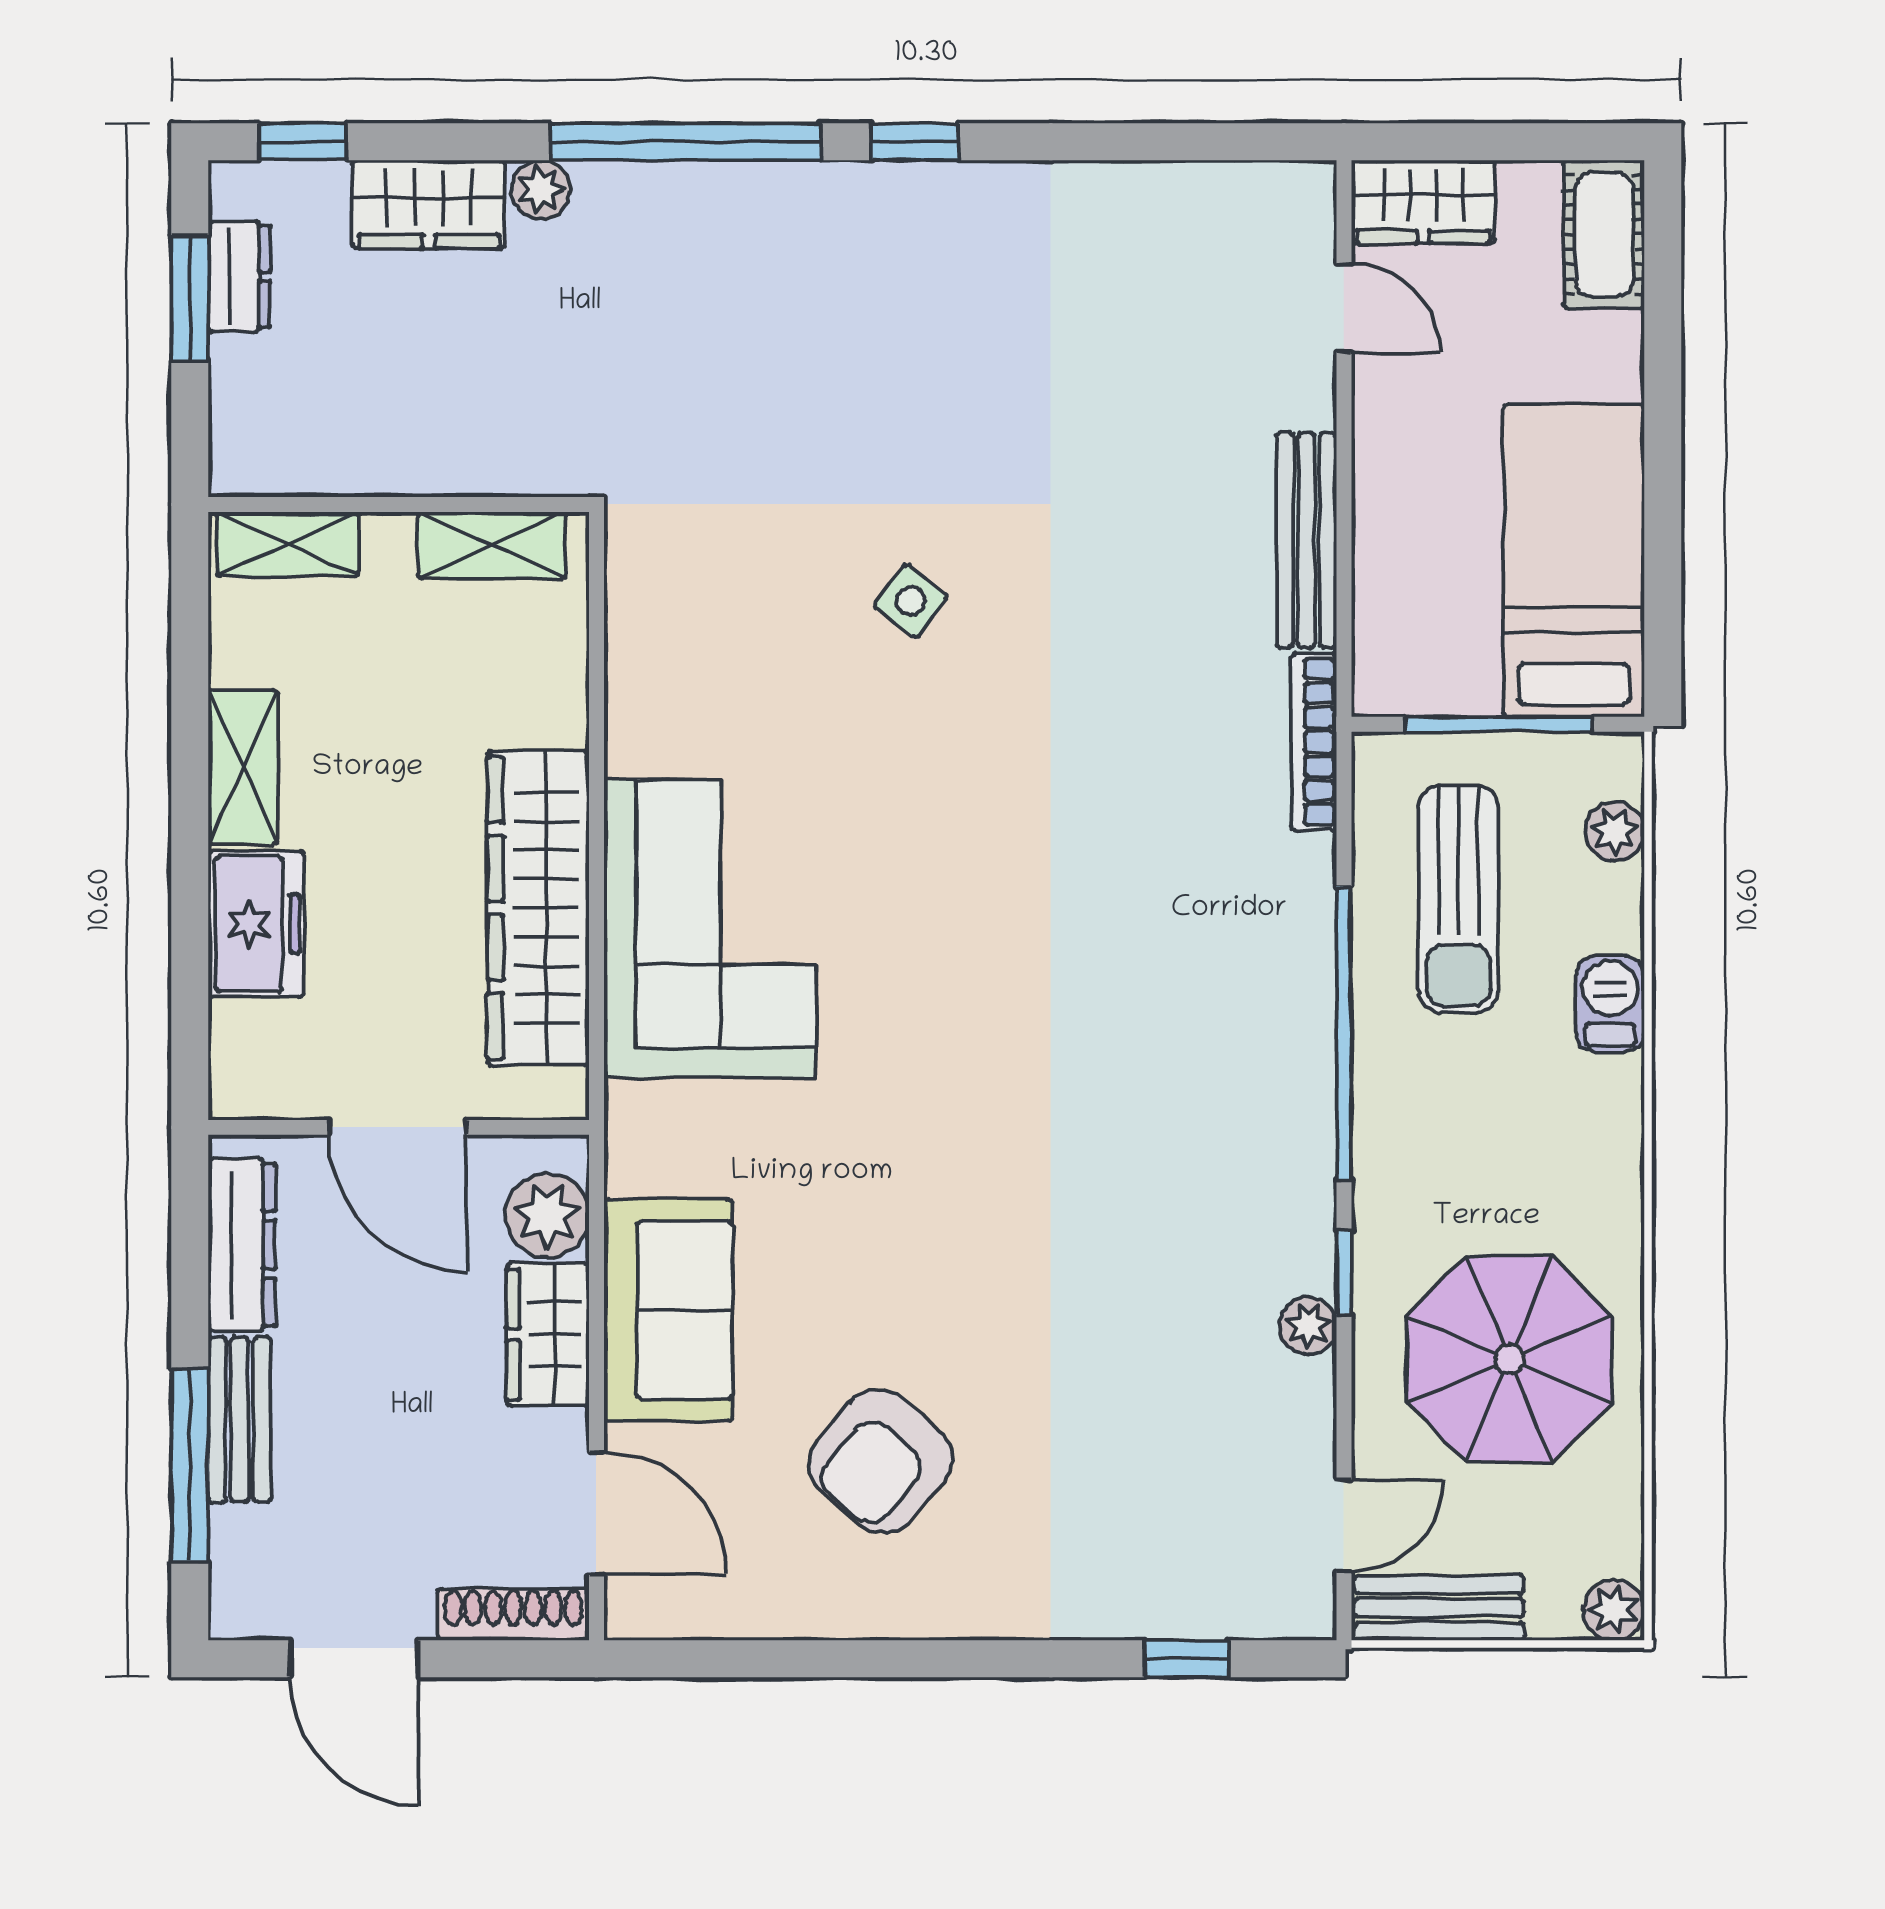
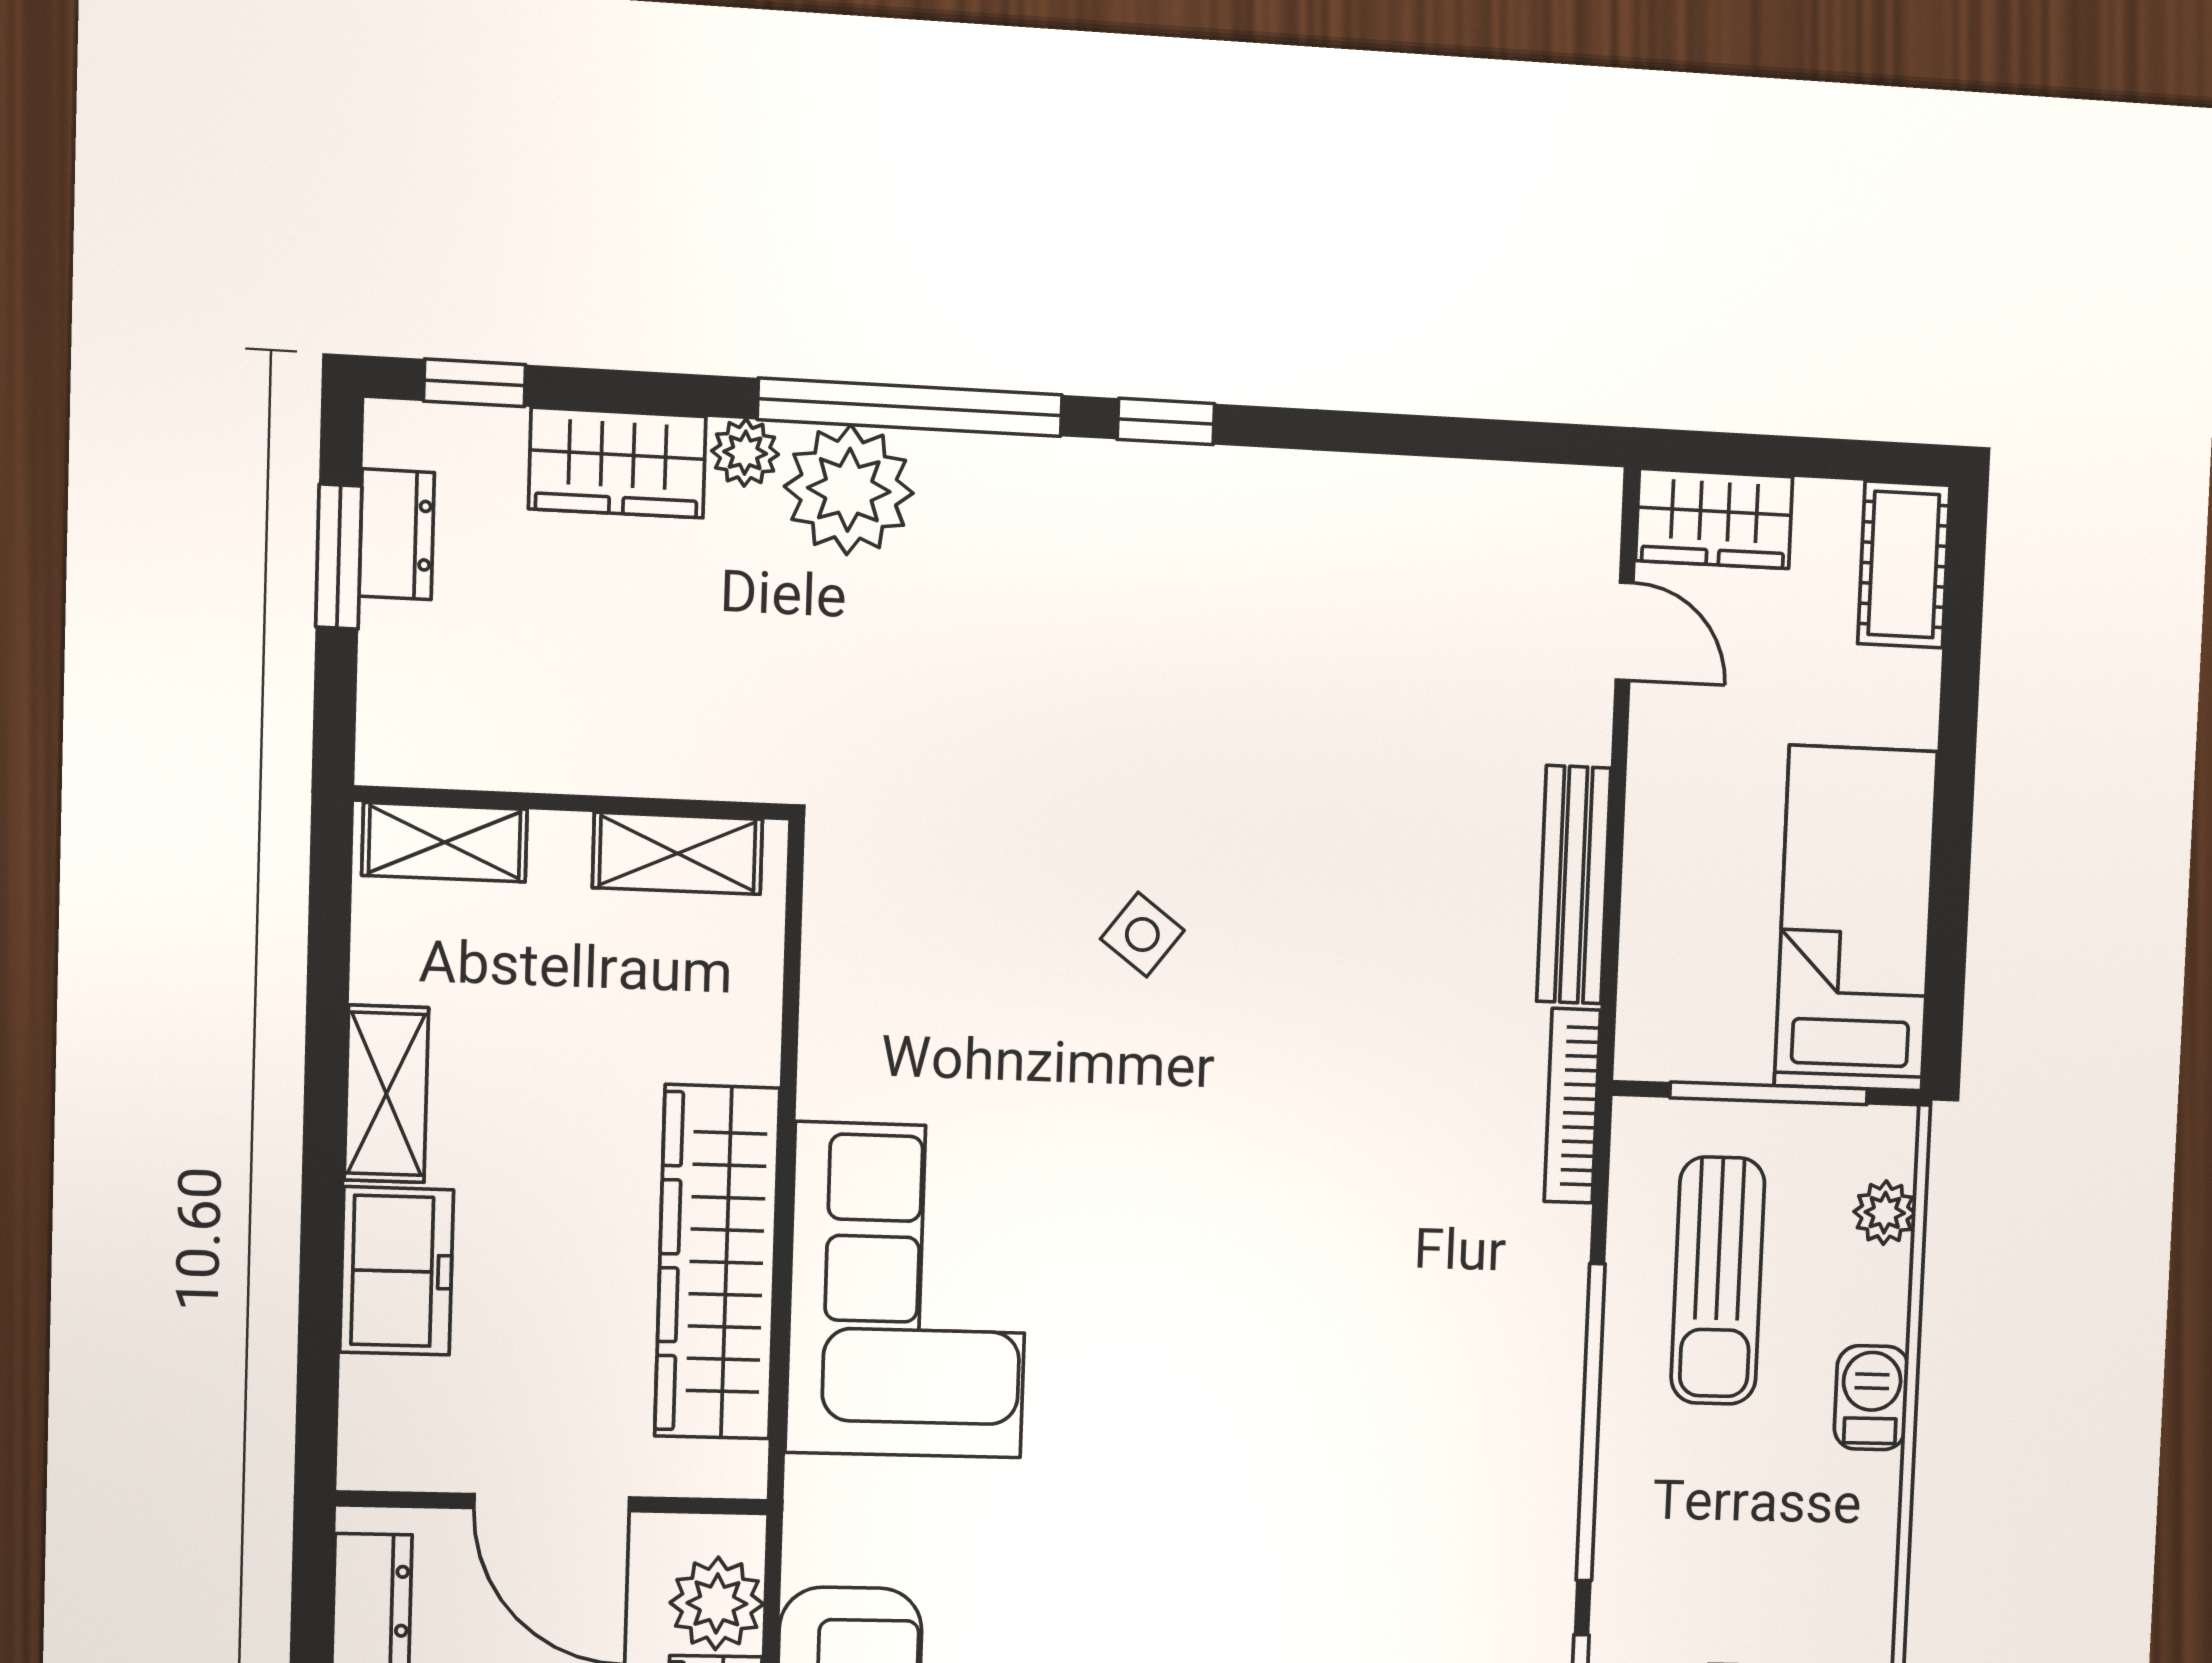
plant: (633, 217) -> (849, 490), added

